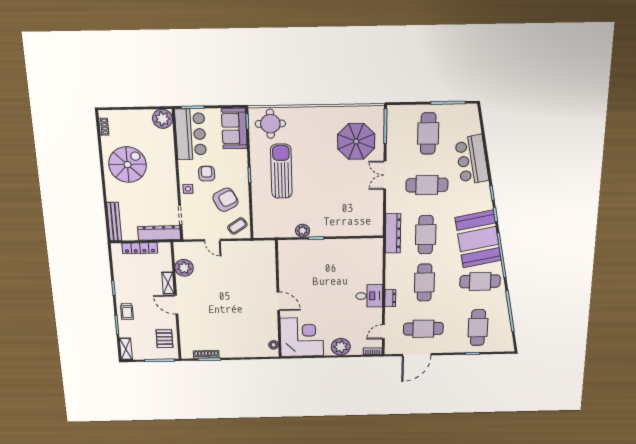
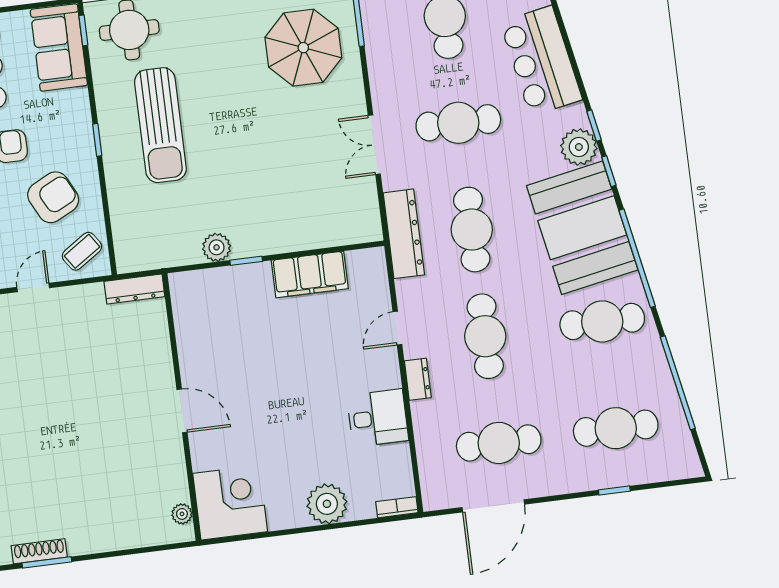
sun lounger: (281, 171) -> (160, 125), turned 180
double door: (385, 175) -> (374, 145), moved
plant: (483, 202) -> (579, 147), added
door: (212, 240) -> (33, 288), swing flipped
dresser: (261, 246) -> (134, 289), added
filing cabinet: (346, 247) -> (310, 274), added
desk: (369, 296) -> (378, 418), moved
cafe table: (478, 328) -> (616, 428), turned 90
door: (383, 332) -> (397, 328), moved
corner desk: (302, 337) -> (230, 503), width x0.74, depth x0.74

